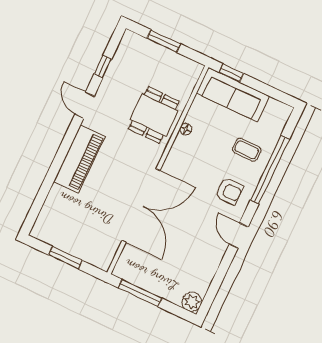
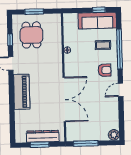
window: (231, 73) -> (99, 10), moved
sofa: (233, 95) -> (97, 21), moved
dining table: (154, 115) -> (31, 35), moved
door: (239, 236) -> (121, 90), hinge flipped
dresser: (77, 247) -> (43, 136), added

